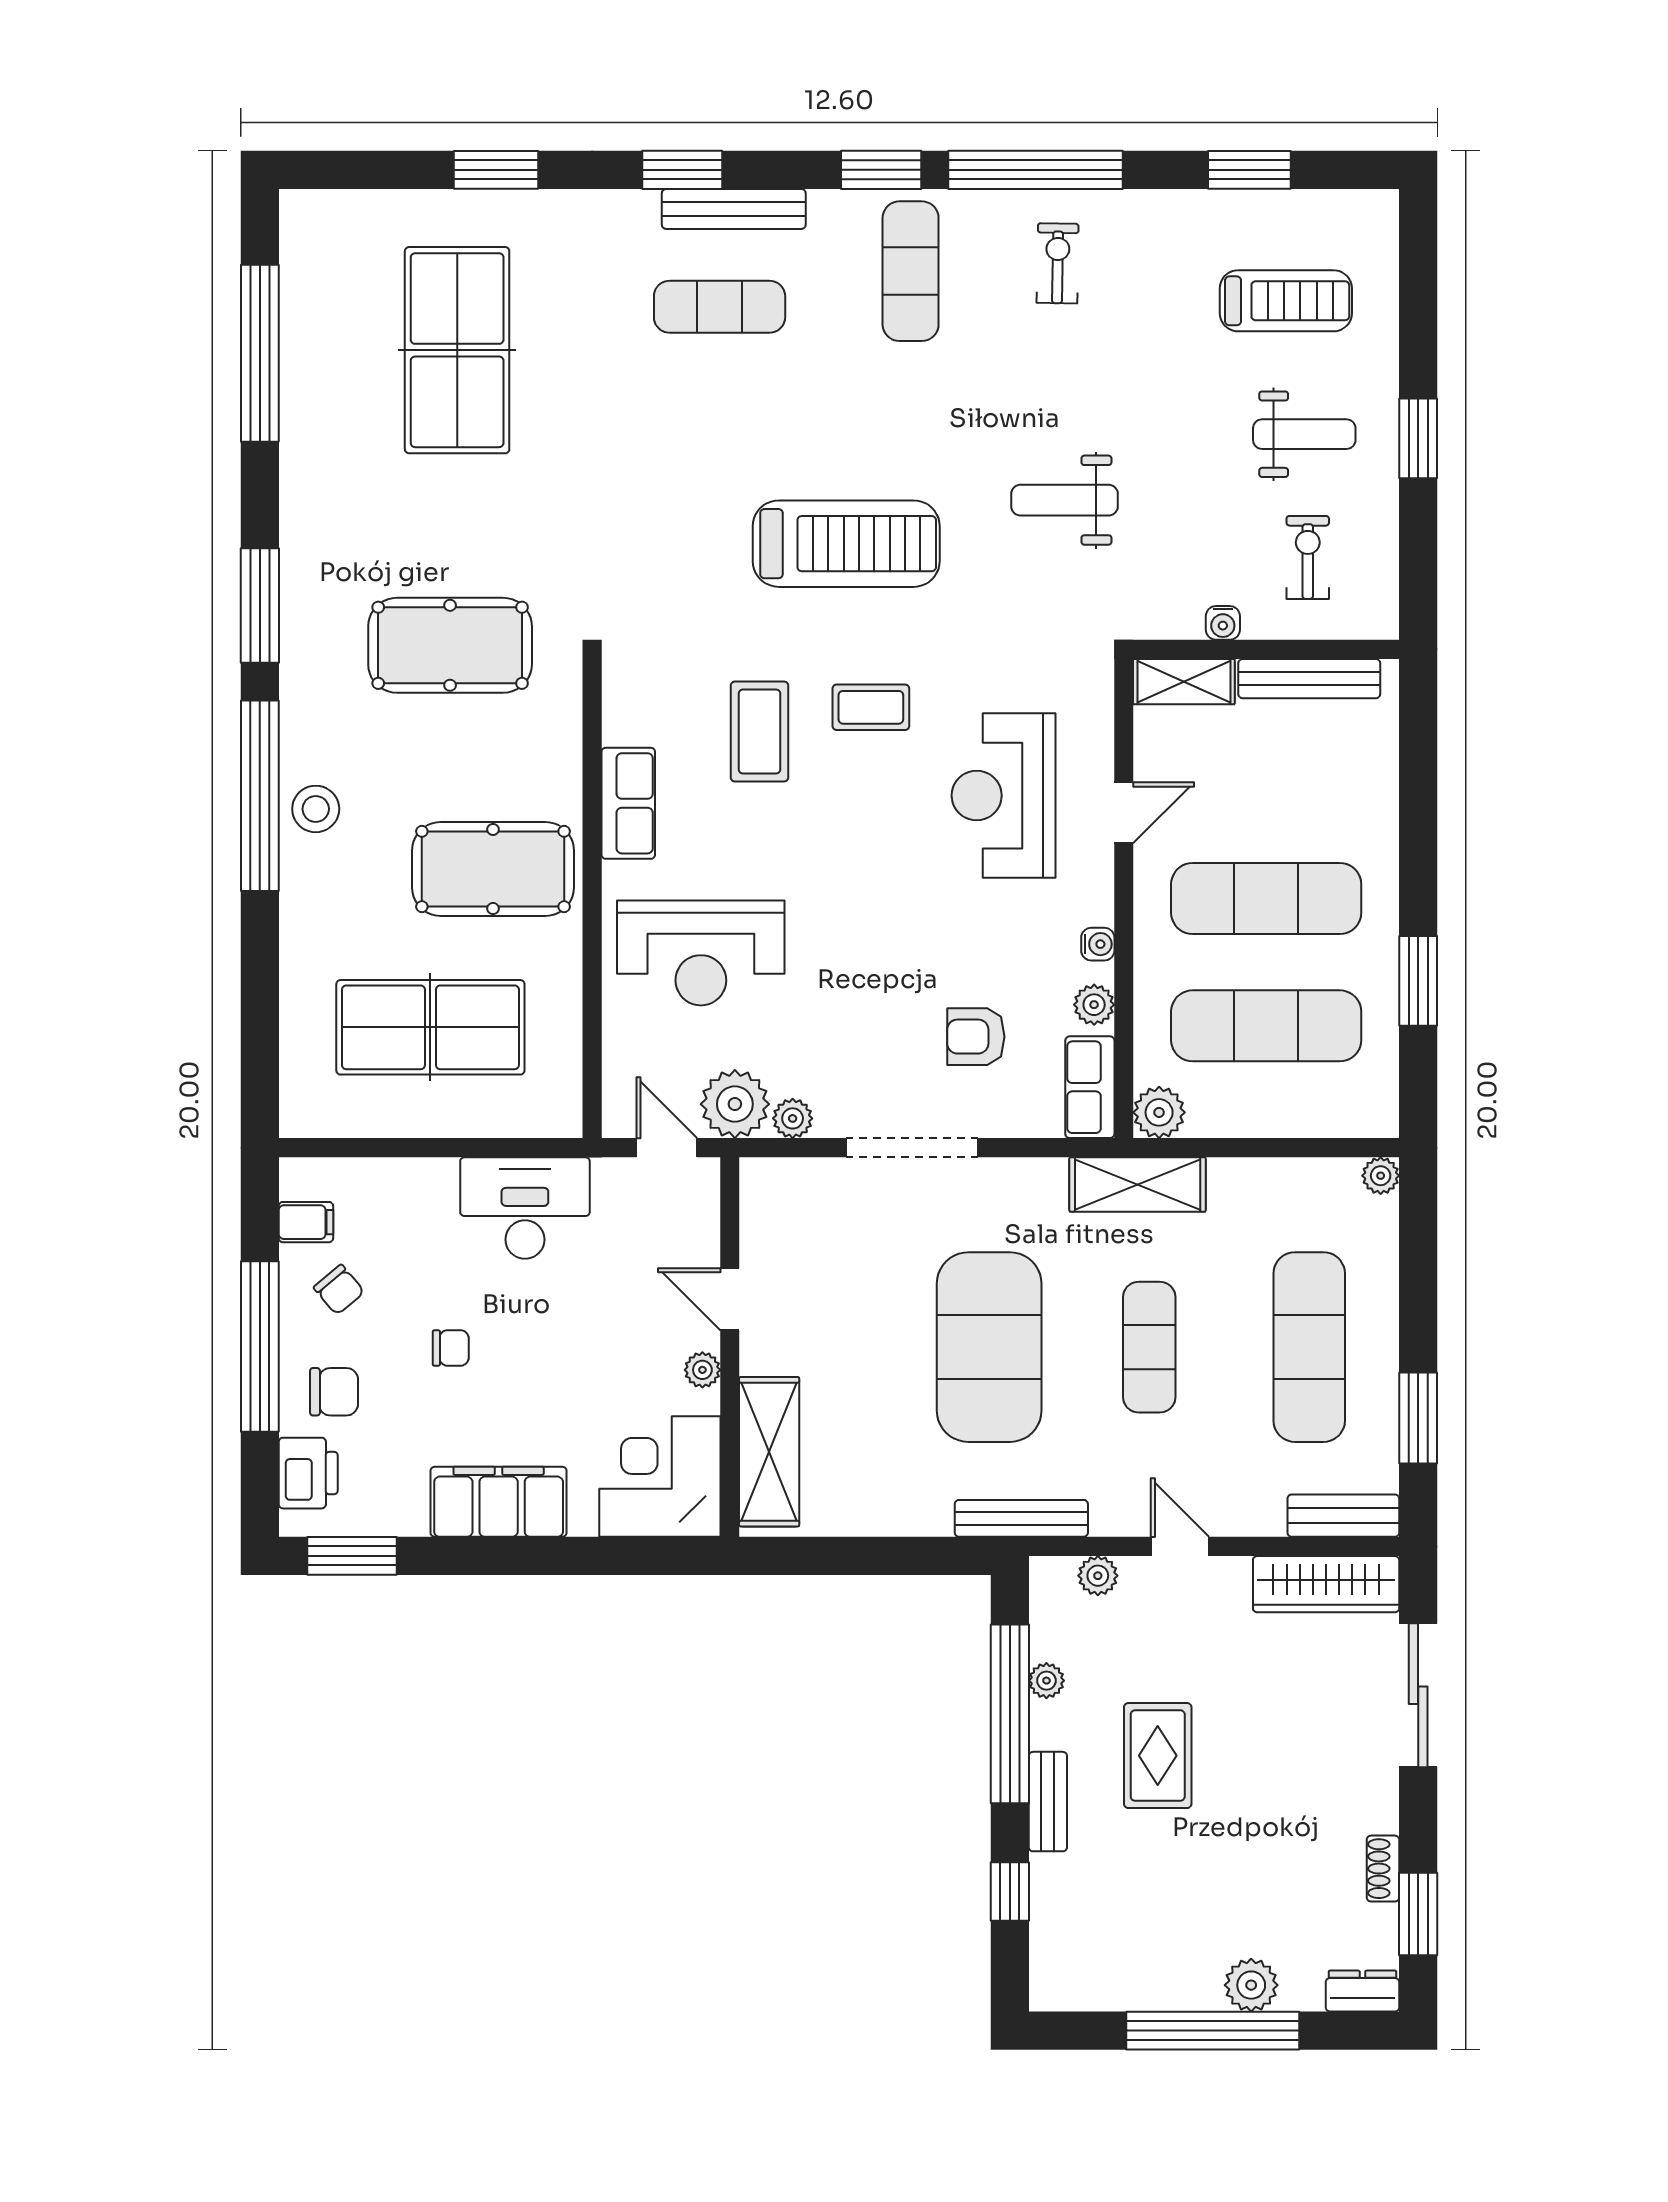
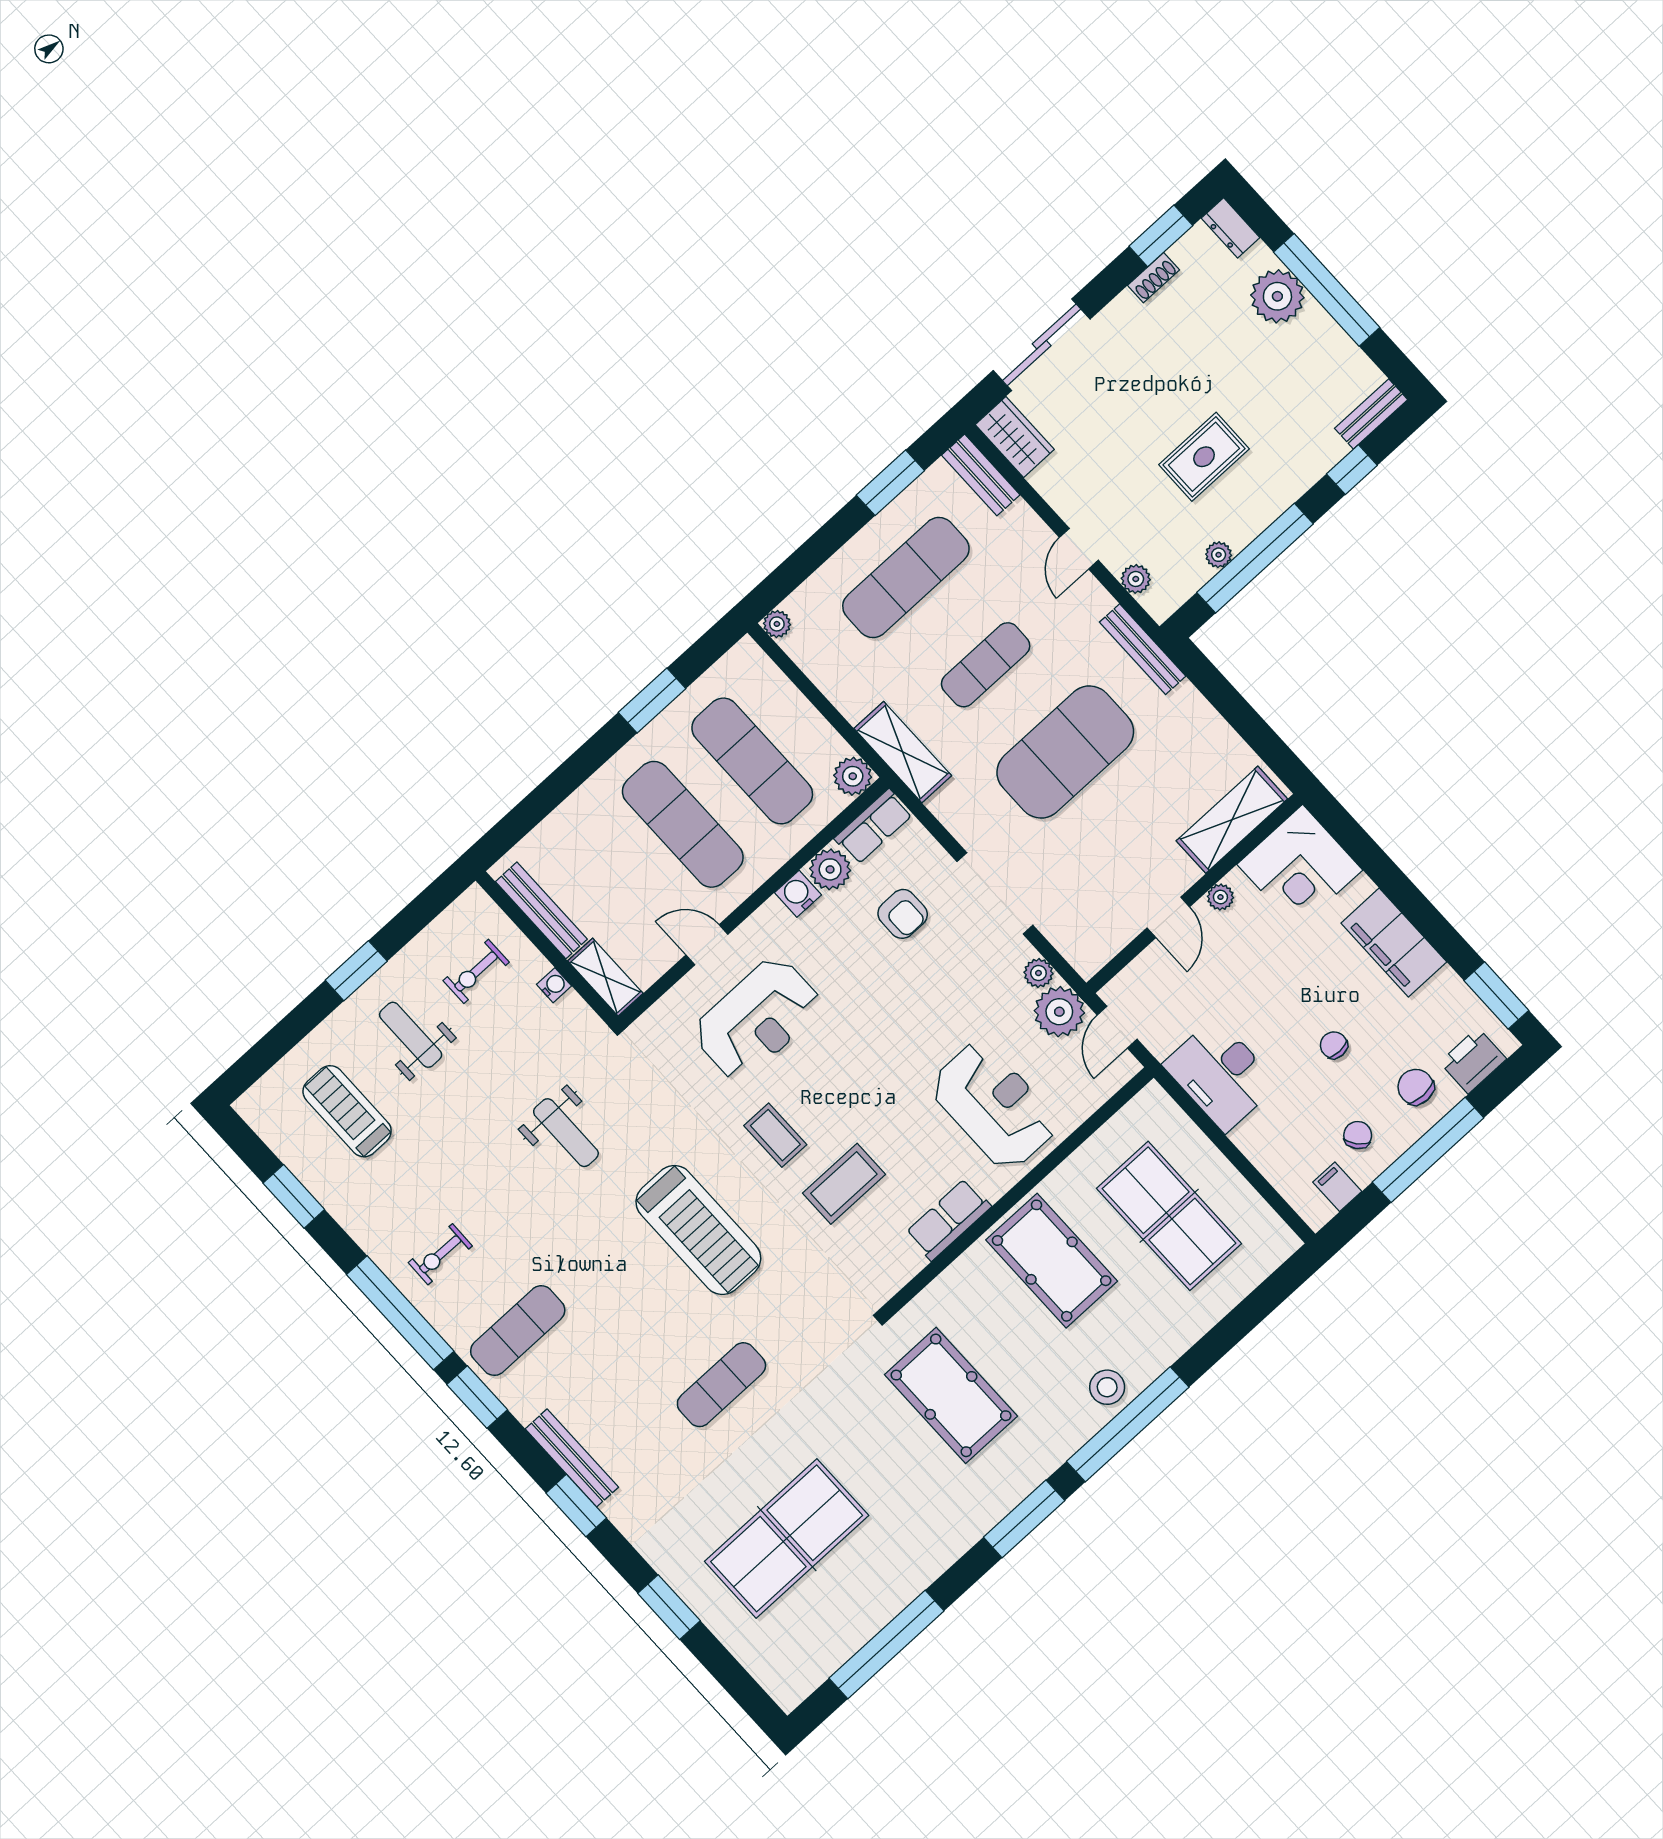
exercise mat: (720, 307) -> (721, 1385), moved, turned 90
treadmill: (846, 544) -> (698, 1230), turned 180
water cooler: (1098, 944) -> (798, 894), width x1.38, depth x1.38
plant: (1094, 1005) -> (830, 869), width x1.38, depth x1.38
wardrobe: (1326, 1584) -> (1015, 437), width x0.67
bench: (1048, 1802) -> (1371, 414), moved
plant: (1251, 1985) -> (1277, 296), width x1.36, depth x1.36

